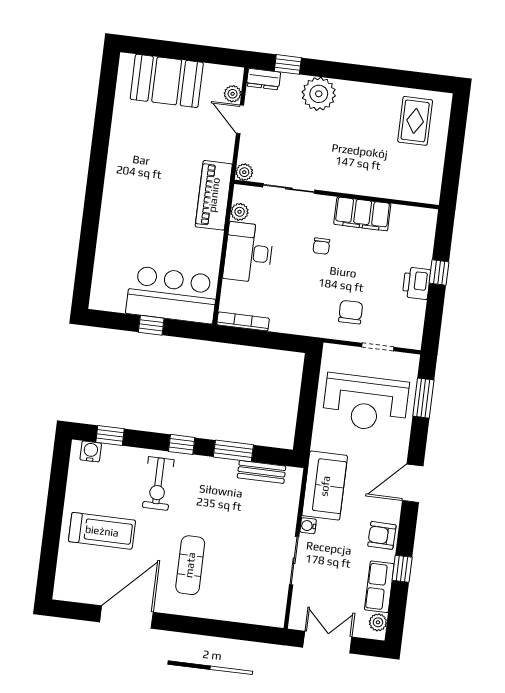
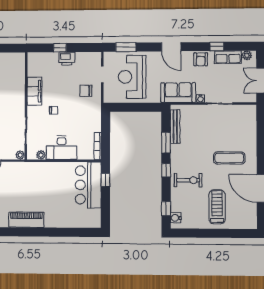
piano: (214, 195) -> (26, 220), moved, turned 180
window: (151, 325) -> (105, 180), moved
reception desk: (366, 403) -> (132, 77), turned 180
bench: (262, 472) -> (175, 127), width x1.36

